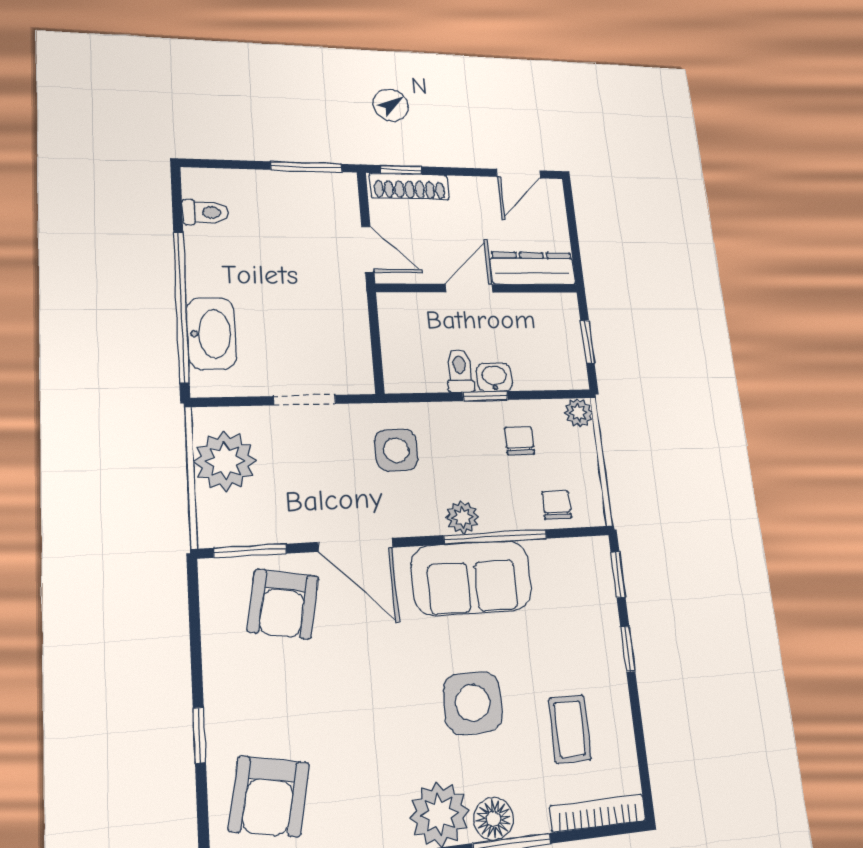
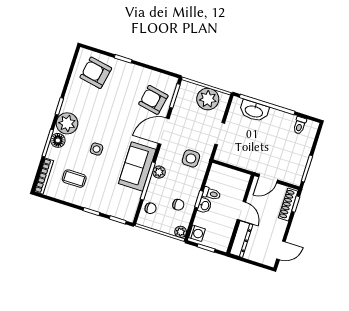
door: (518, 174) -> (281, 250), swing flipped
washing machine: (564, 373) -> (197, 233), added
side table: (473, 703) -> (97, 149), width x0.54, depth x0.54

